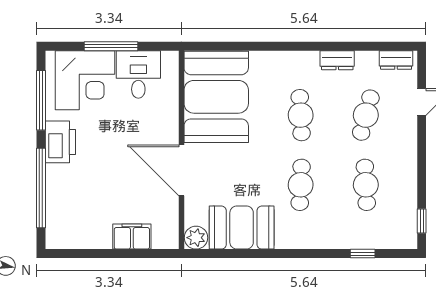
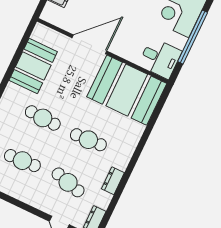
window: (111, 46) -> (193, 37), width x1.46
desk: (138, 74) -> (160, 58), moved
plant: (196, 238) -> (41, 33), removed

